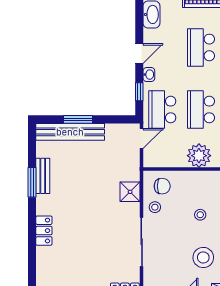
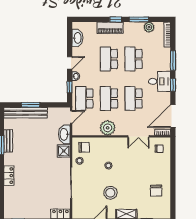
washbasin: (131, 166) -> (64, 134), added

